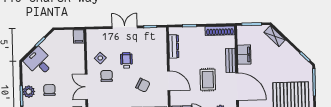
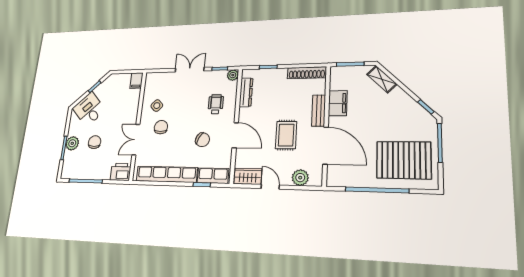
plant: (162, 32) -> (233, 75), added
wheelchair: (126, 60) -> (216, 104), moved

